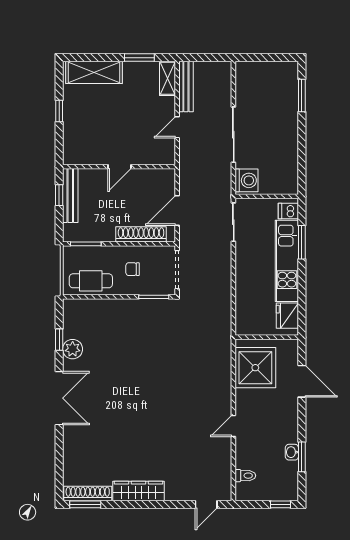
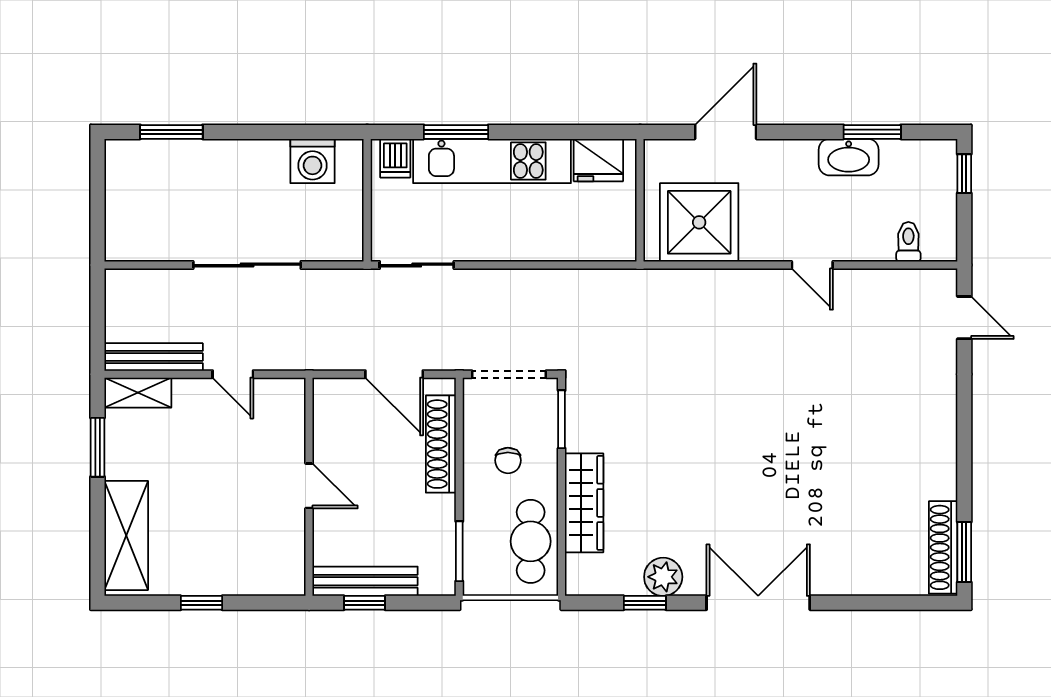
washing machine: (247, 180) -> (312, 161), moved, turned 180
washbasin: (292, 452) -> (849, 157), width x1.91, depth x1.45
wardrobe: (139, 491) -> (584, 503), moved, turned 180

